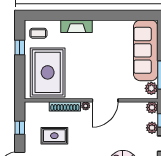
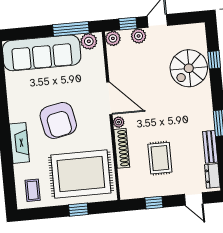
window: (20, 48) -> (78, 210), moved
armchair: (91, 58) -> (58, 120), added

